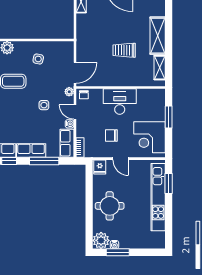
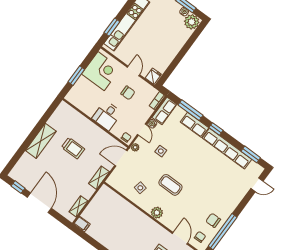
shelving: (160, 68) -> (99, 178), moved
desk: (120, 101) -> (107, 116), width x0.73
round table: (110, 206) -> (167, 42), removed

